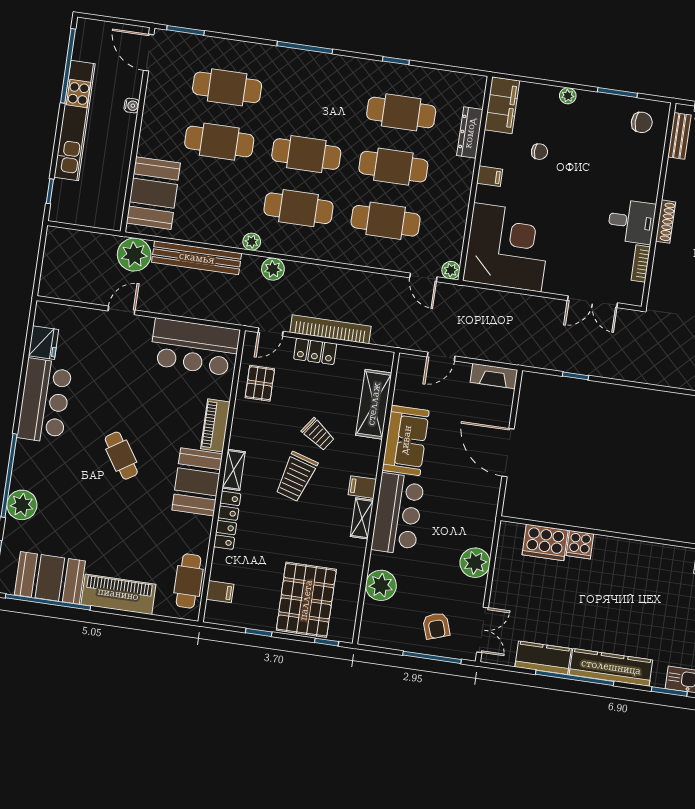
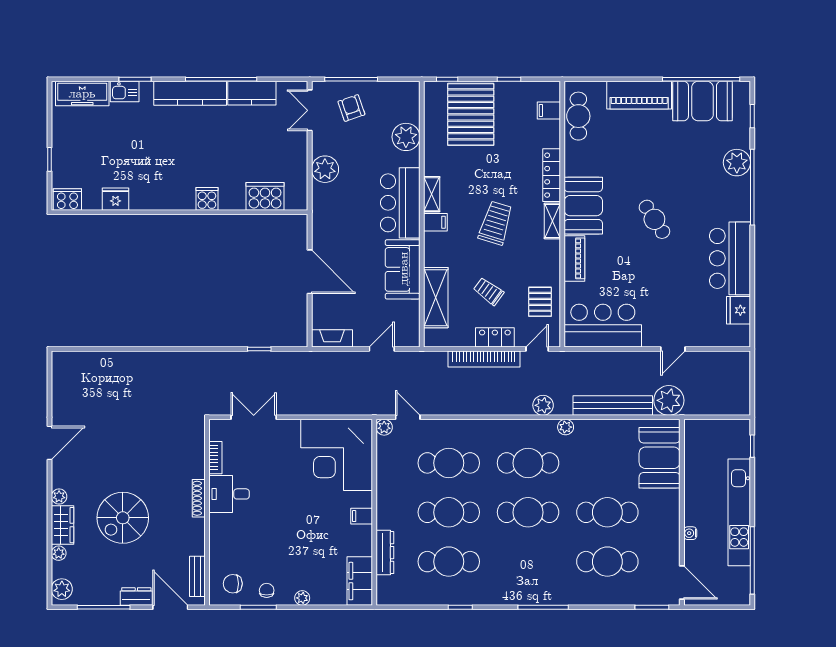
chair: (539, 152) -> (267, 590), moved, turned 90
trolley: (318, 434) -> (489, 291), moved
cooker: (580, 545) -> (207, 199), moved

